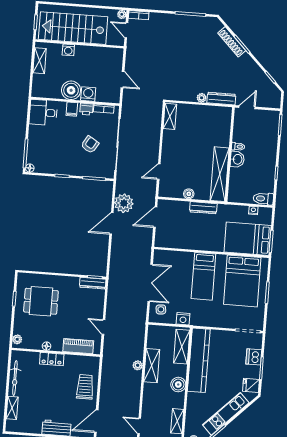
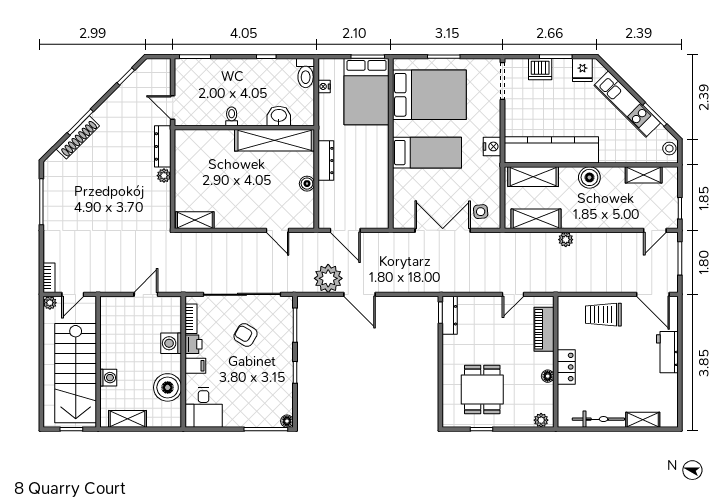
boiler: (71, 90) -> (168, 387), moved
washbasin: (237, 159) -> (279, 116), moved
nightstand: (183, 319) -> (492, 146), moved
shelving: (152, 366) -> (536, 219), moved

